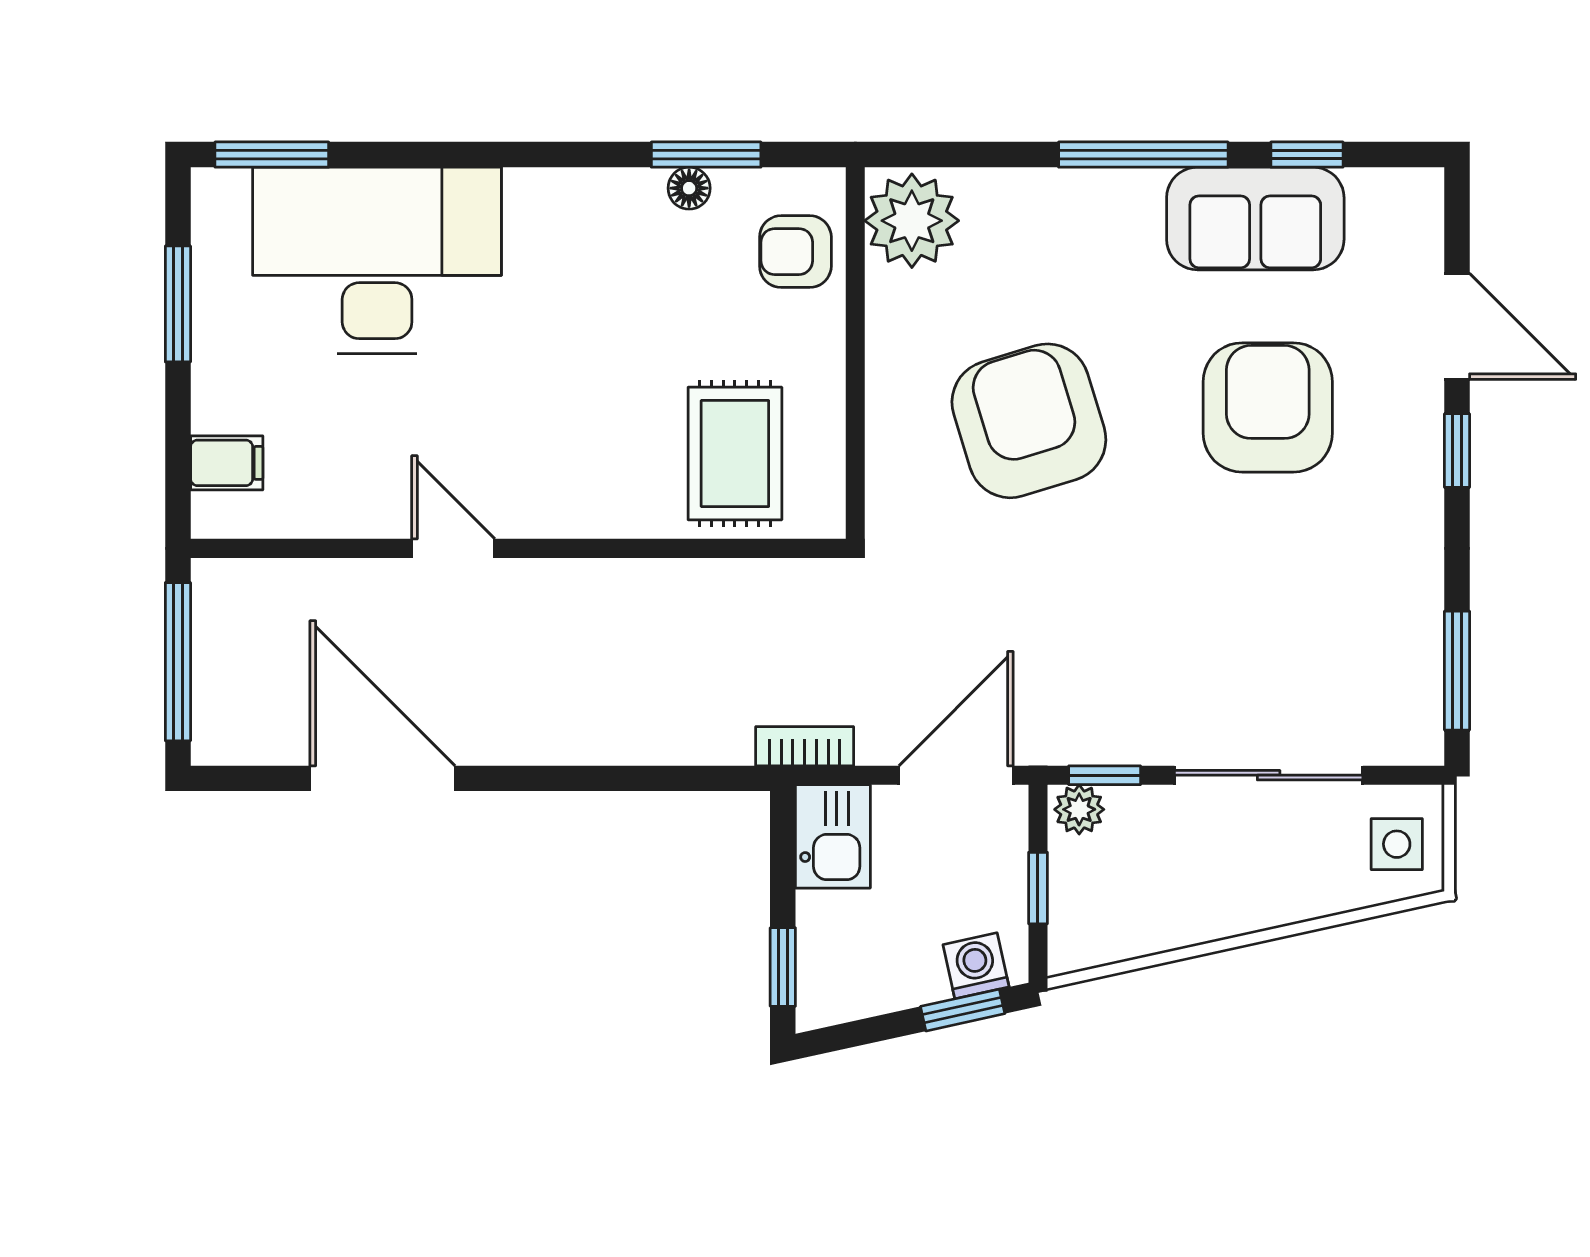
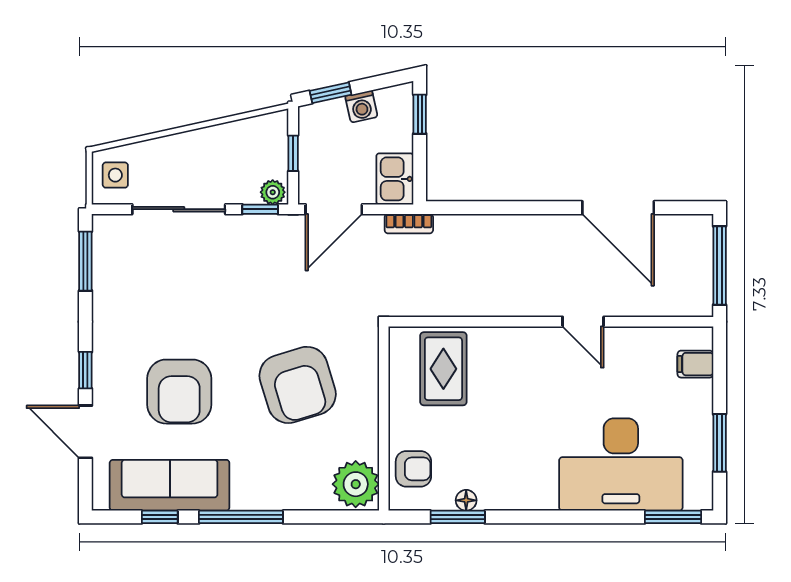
sofa: (1255, 219) -> (170, 485), width x1.36
washing machine: (976, 966) -> (361, 106), moved

